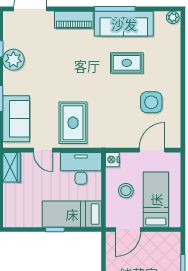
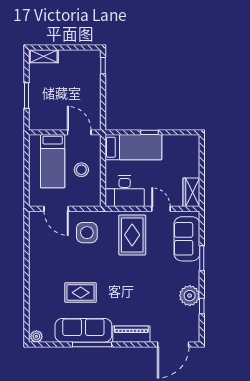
side table: (151, 102) -> (87, 233), moved
door: (152, 150) -> (56, 209), hinge flipped
nightstand: (112, 160) -> (94, 200), removed
door: (128, 229) -> (79, 132), hinge flipped

